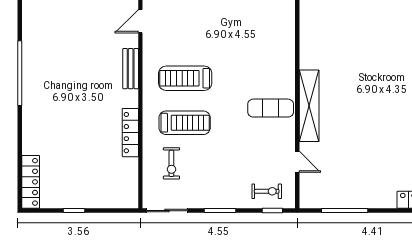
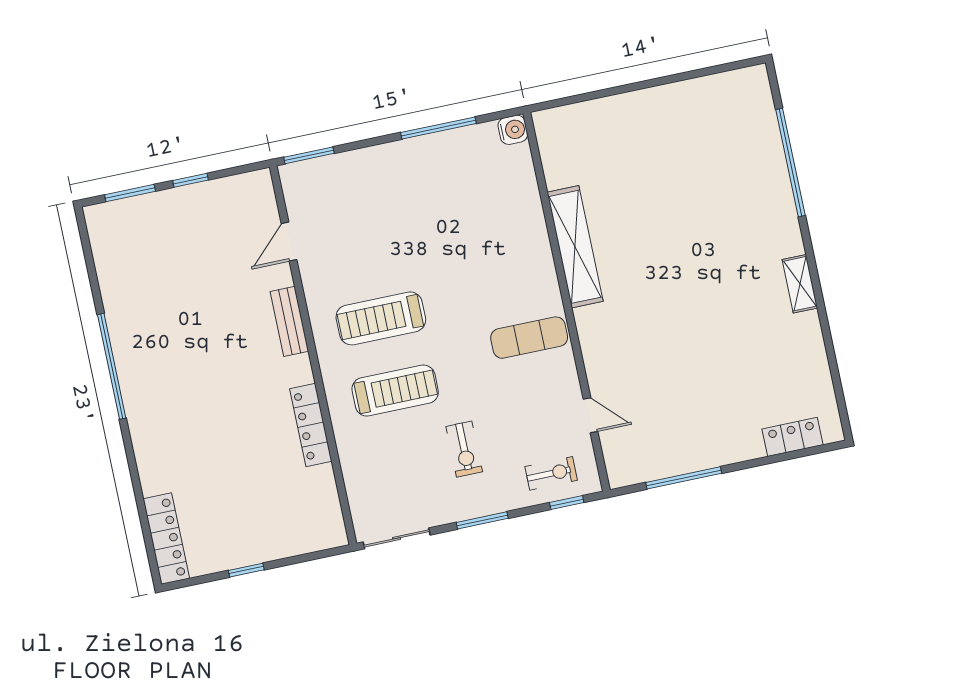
shelving: (309, 106) -> (575, 247), moved
exercise bike: (171, 163) -> (464, 449), moved

